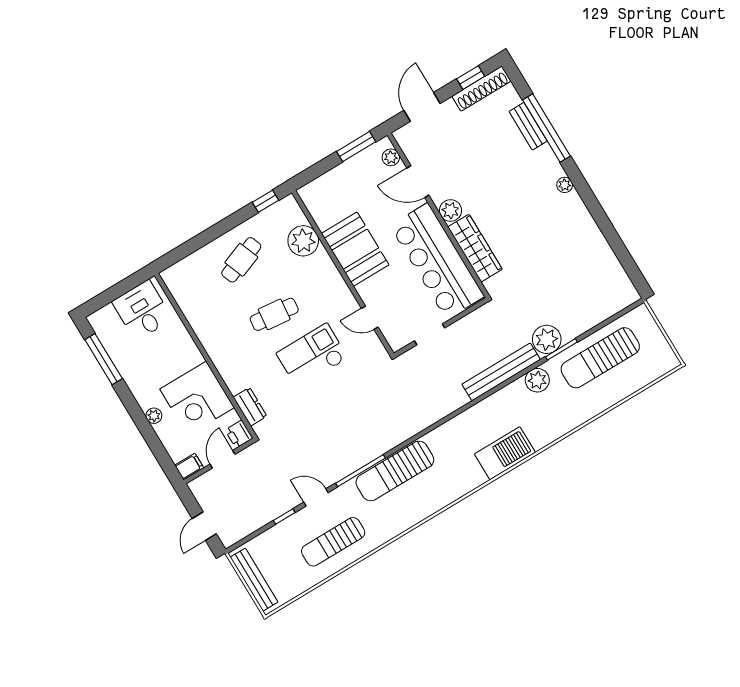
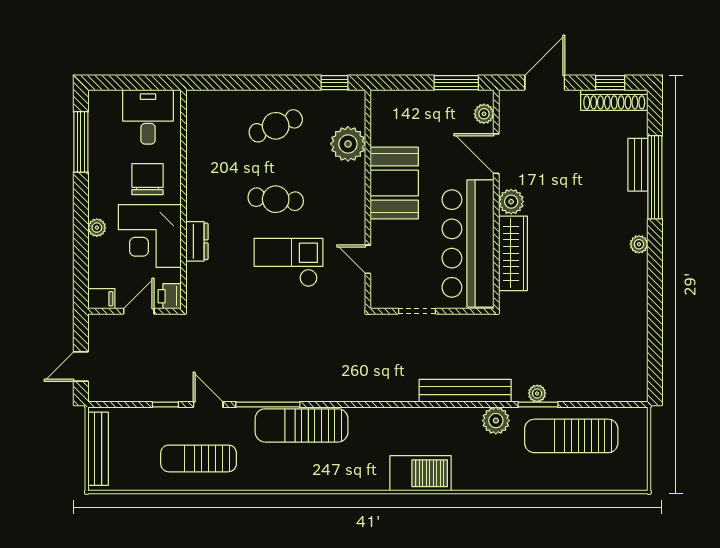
plant: (547, 339) -> (537, 393), width x0.53, depth x0.53
chair: (170, 357) -> (148, 179), added
dresser: (250, 407) -> (197, 241), moved

